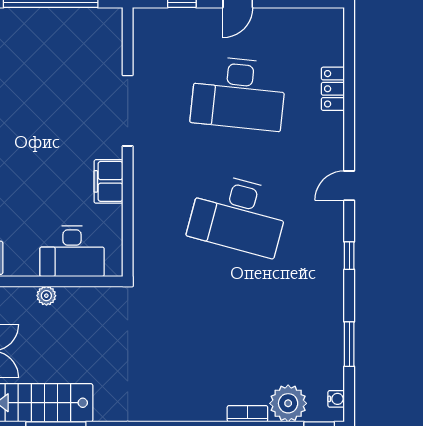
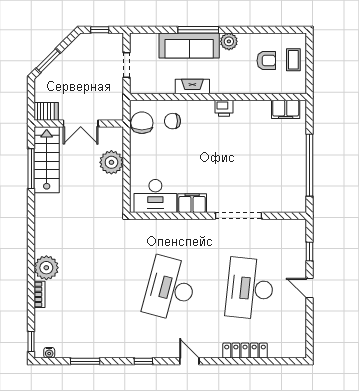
locker: (333, 89) -> (245, 351), width x1.53
desk: (72, 251) -> (155, 196), moved, turned -90
plant: (46, 296) -> (111, 162), width x1.87, depth x1.87
plant: (288, 403) -> (46, 268), moved

